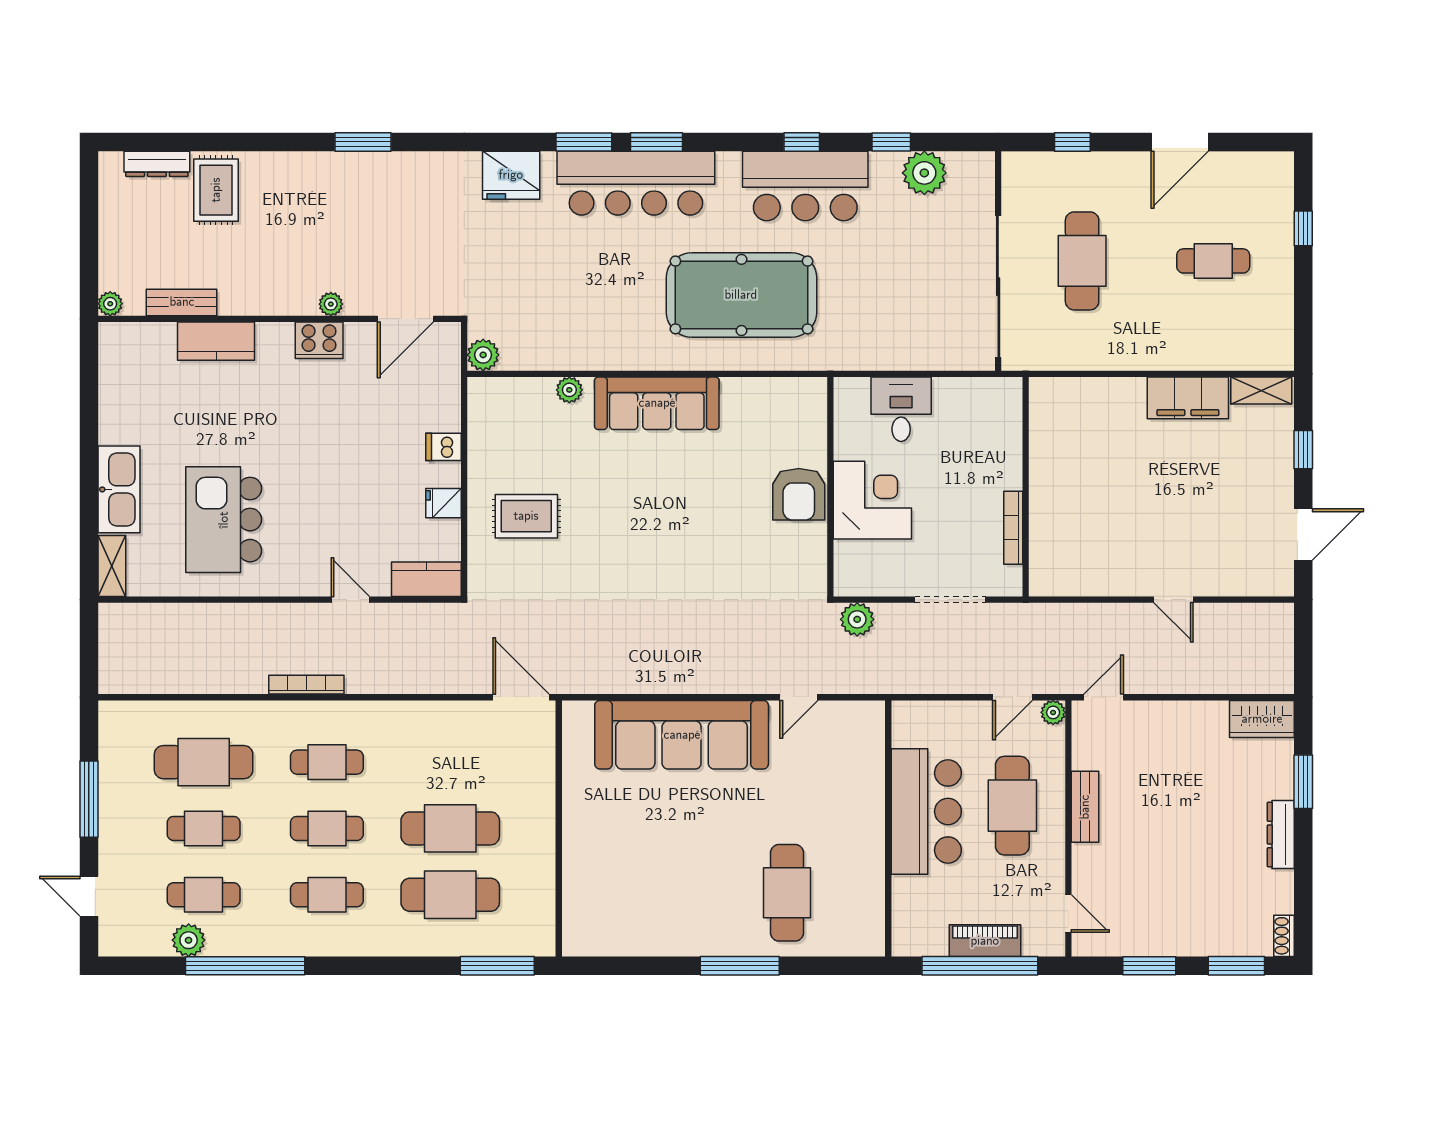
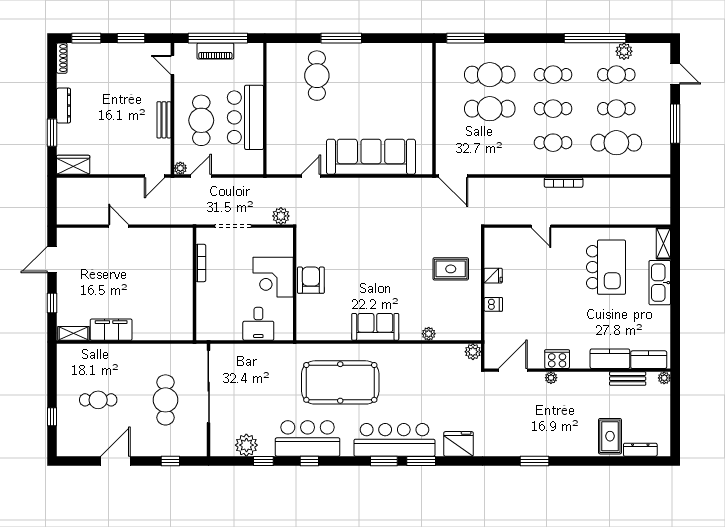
sofa: (657, 403) -> (375, 327), width x0.73
kitchen counter: (426, 579) -> (649, 360), moved, turned 180
shoe rack: (1284, 936) -> (62, 58), width x1.43

